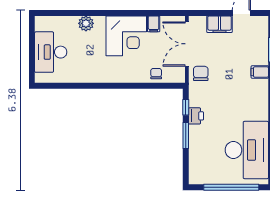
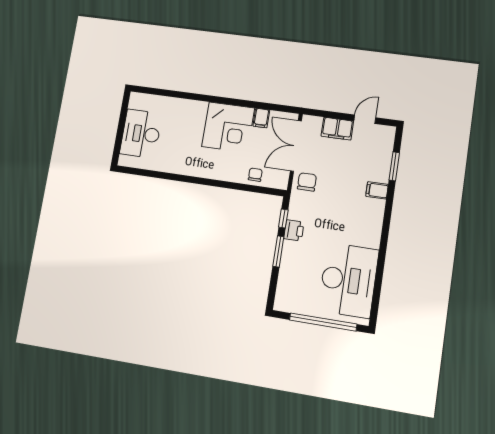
plant: (86, 23) -> (185, 107), removed

